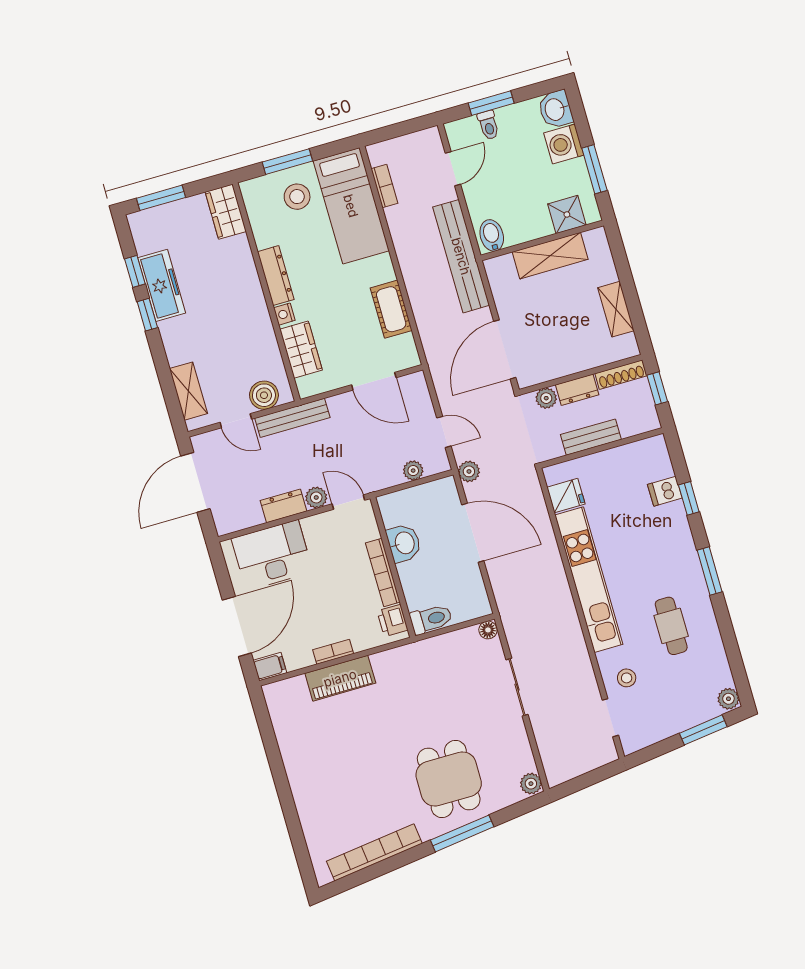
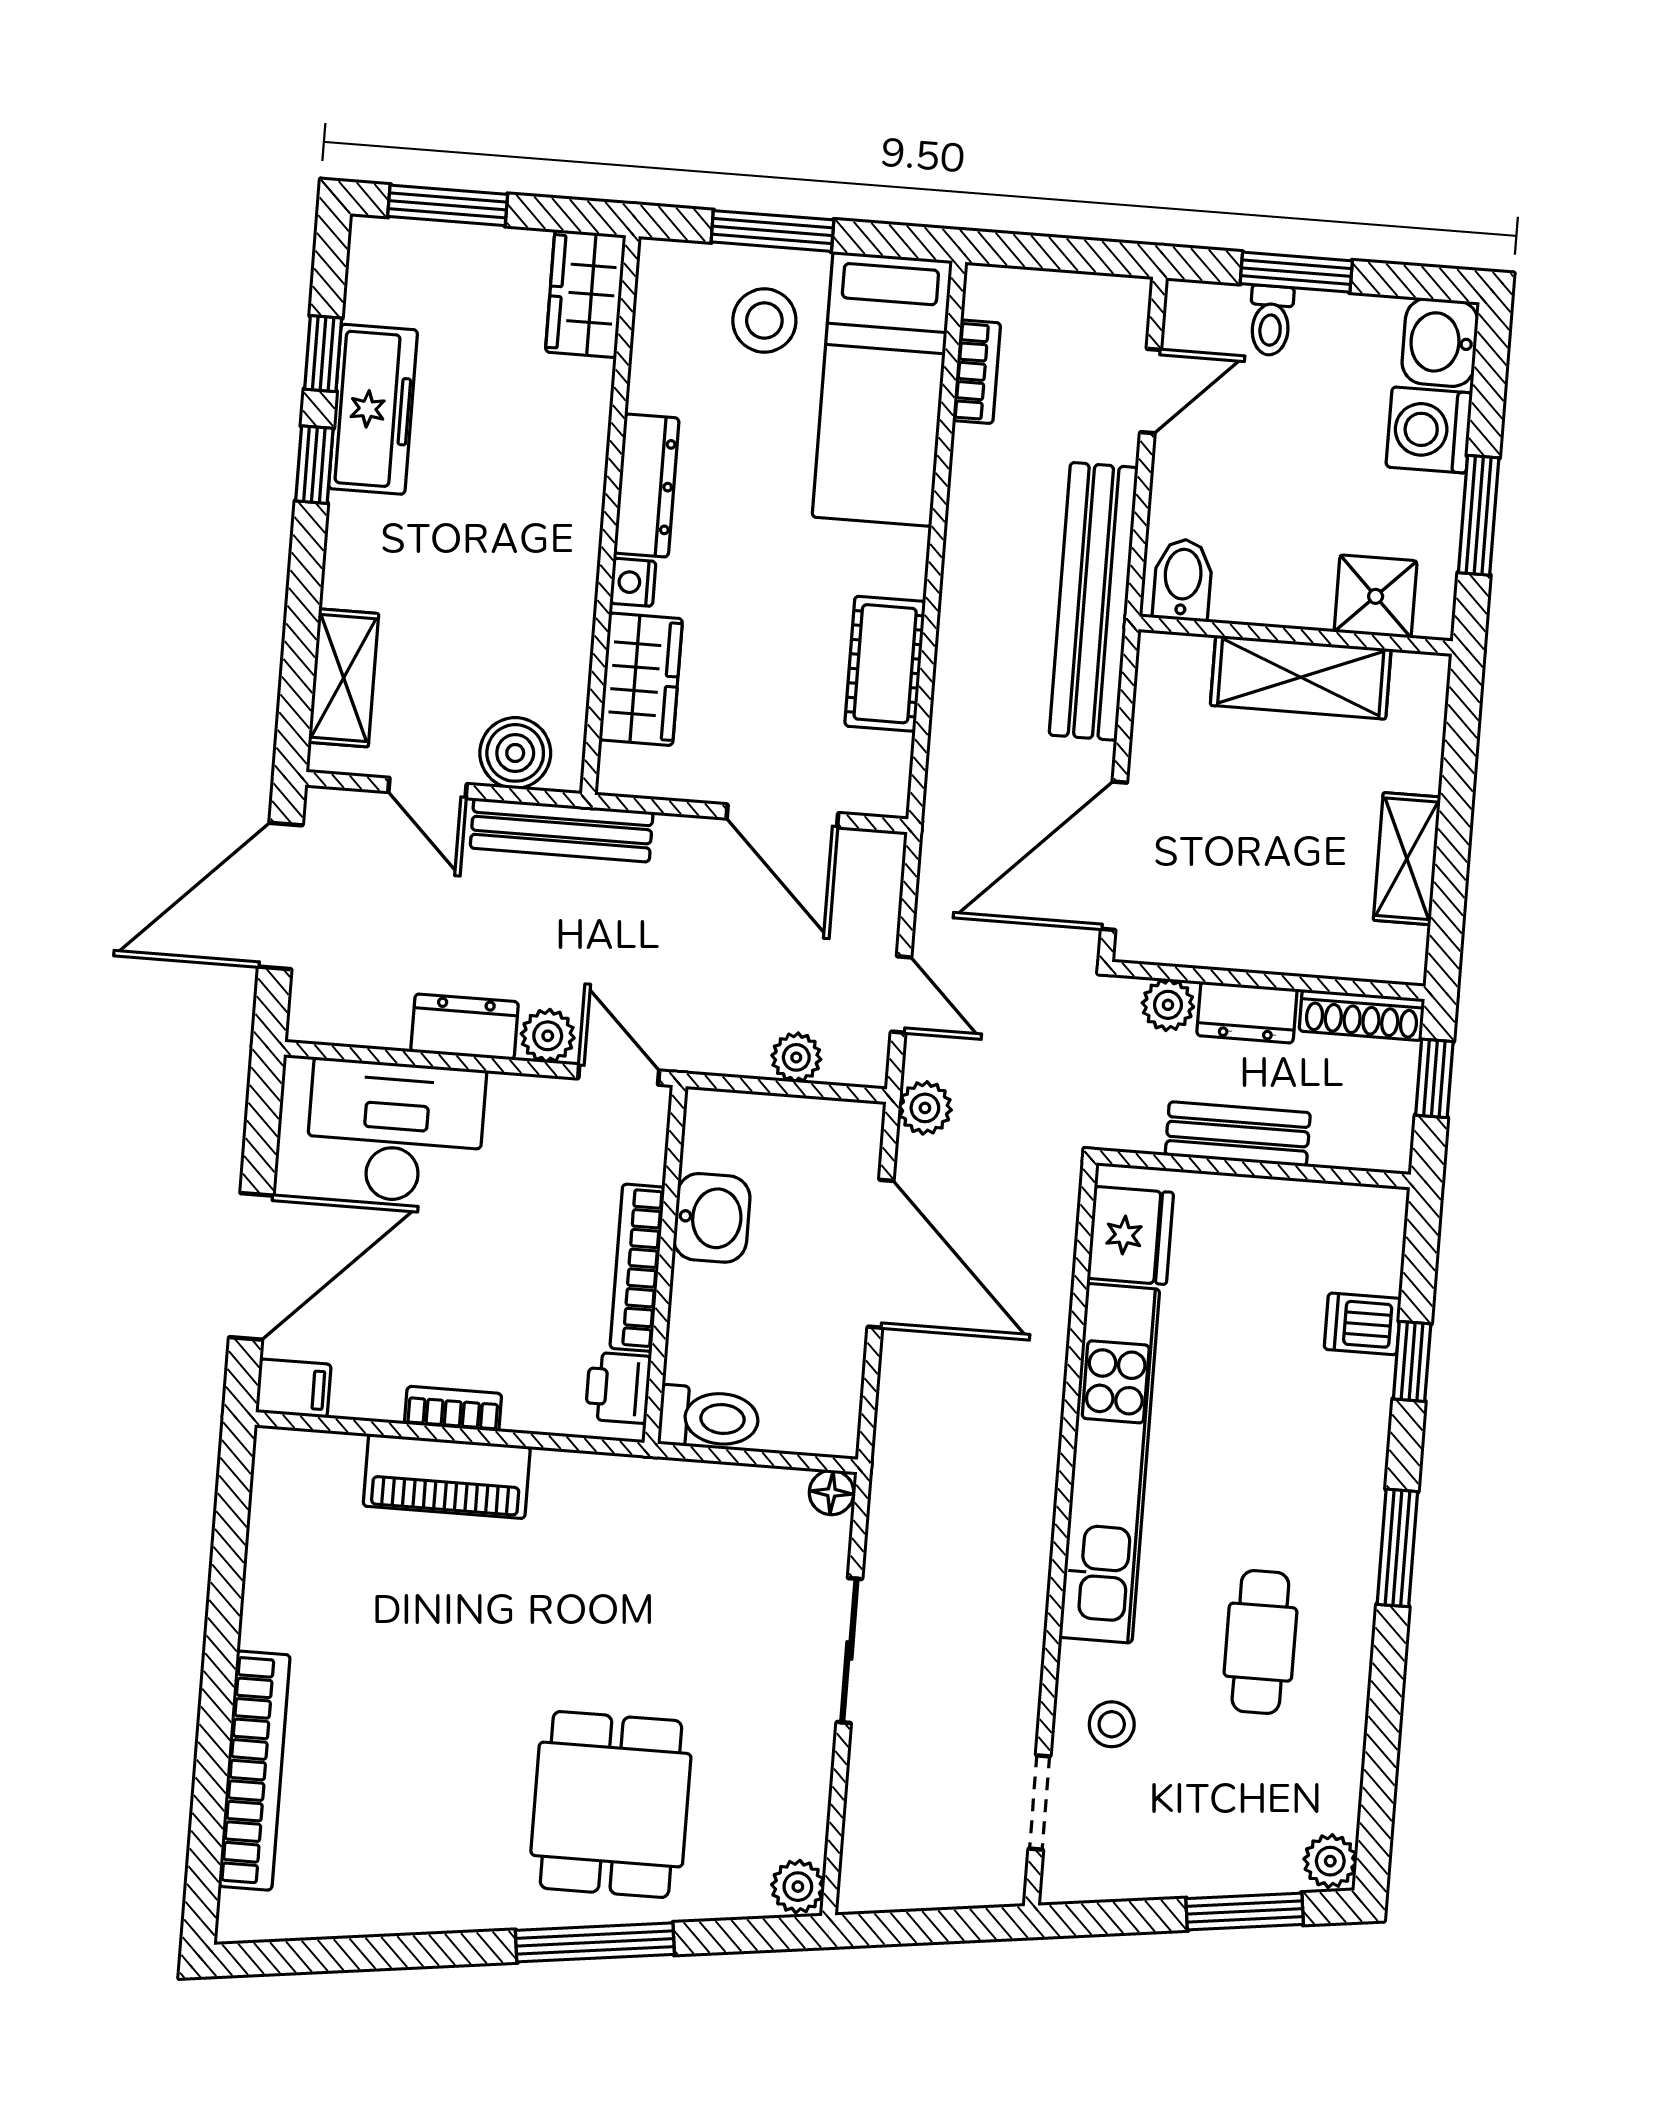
fridge: (566, 496) -> (1130, 1235), width x1.38
bookcase: (374, 852) -> (254, 1771), moved, turned 97

